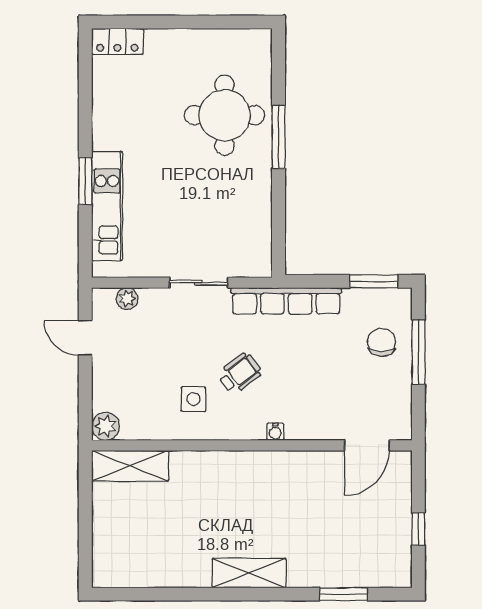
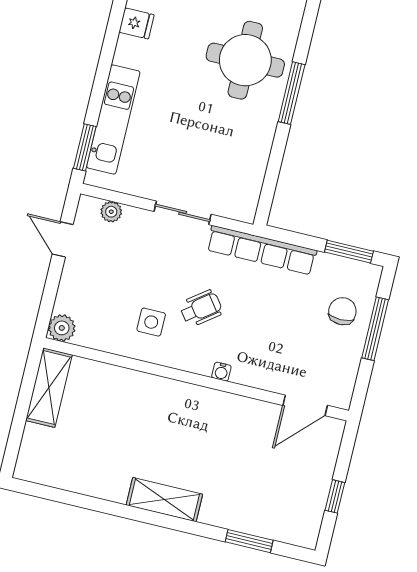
fridge: (107, 105) -> (137, 23), added
window: (85, 181) -> (85, 147), moved
shelving: (130, 466) -> (49, 388), moved, turned 90

